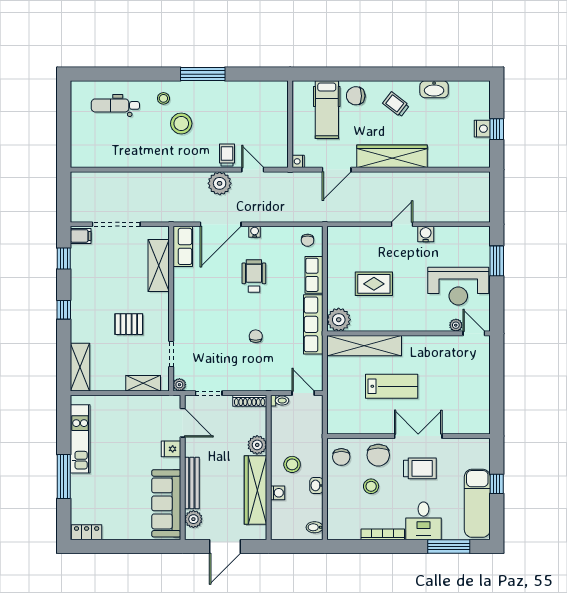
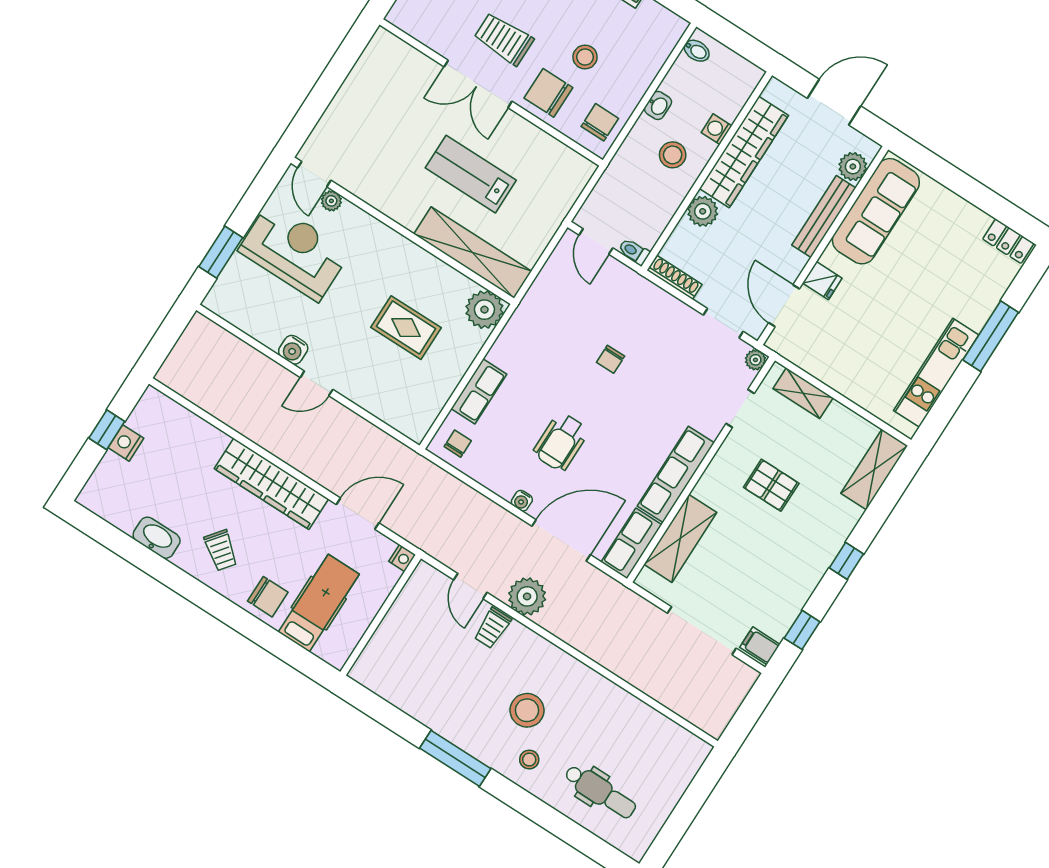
row of seats: (313, 324) -> (676, 474), moved, turned 180
chair: (378, 455) -> (548, 93), turned -90

